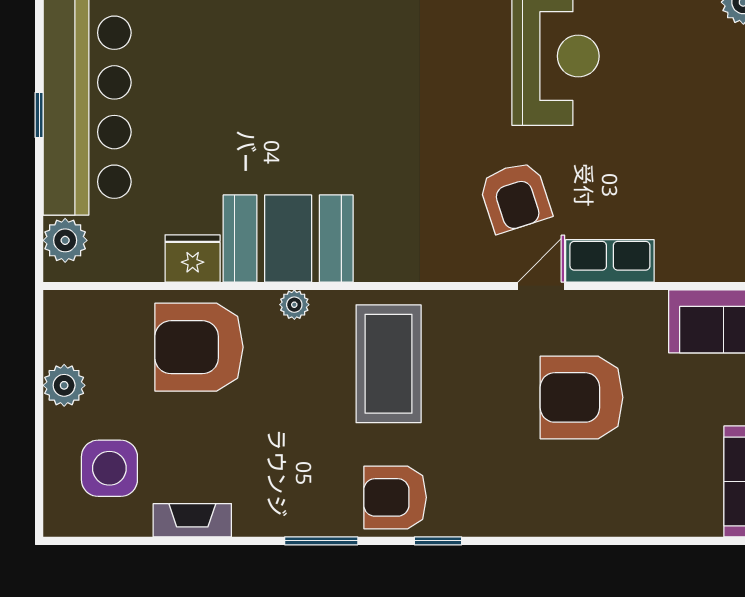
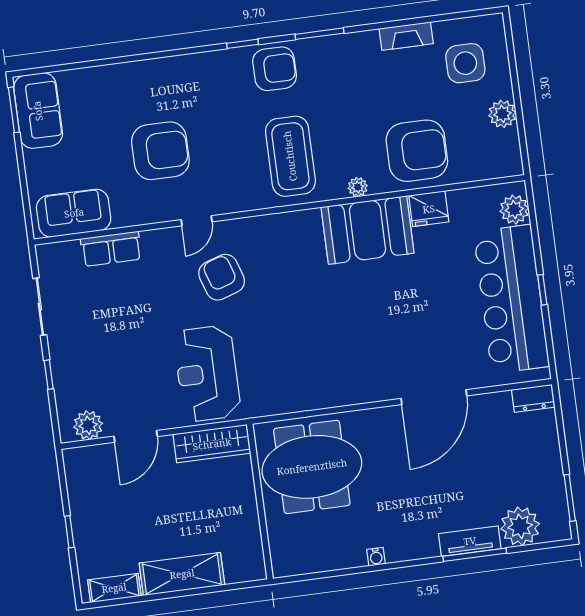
row of seats: (610, 261) -> (111, 249), moved

